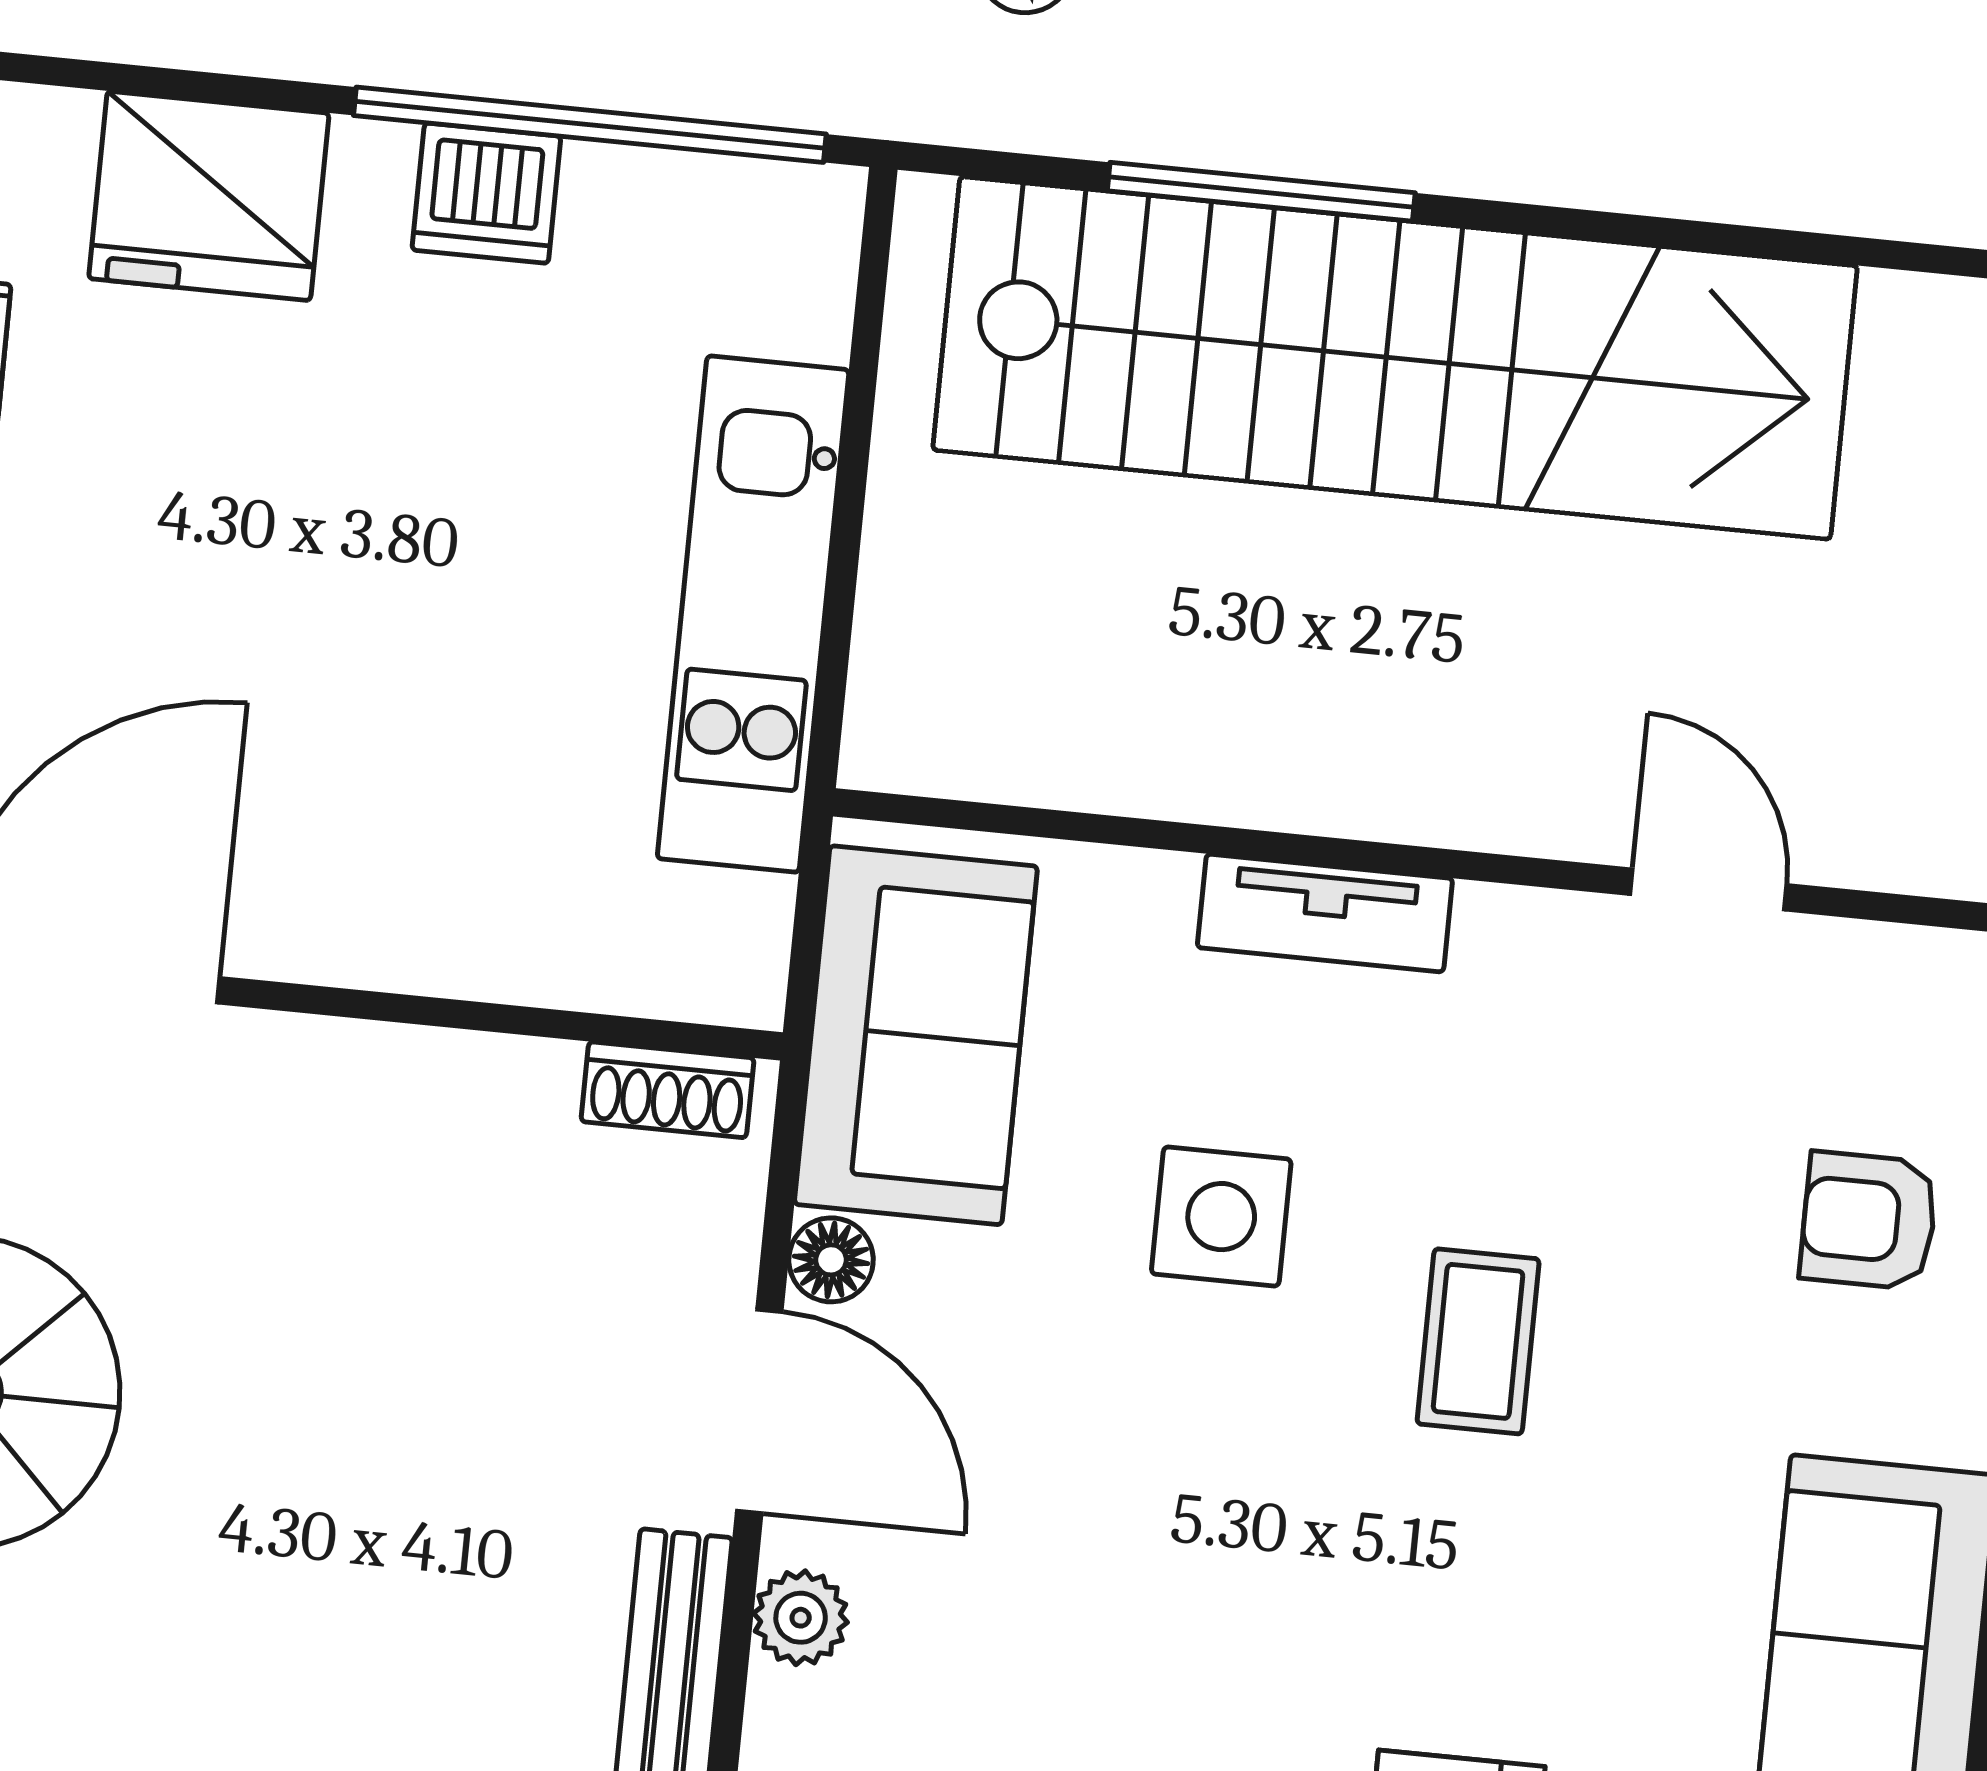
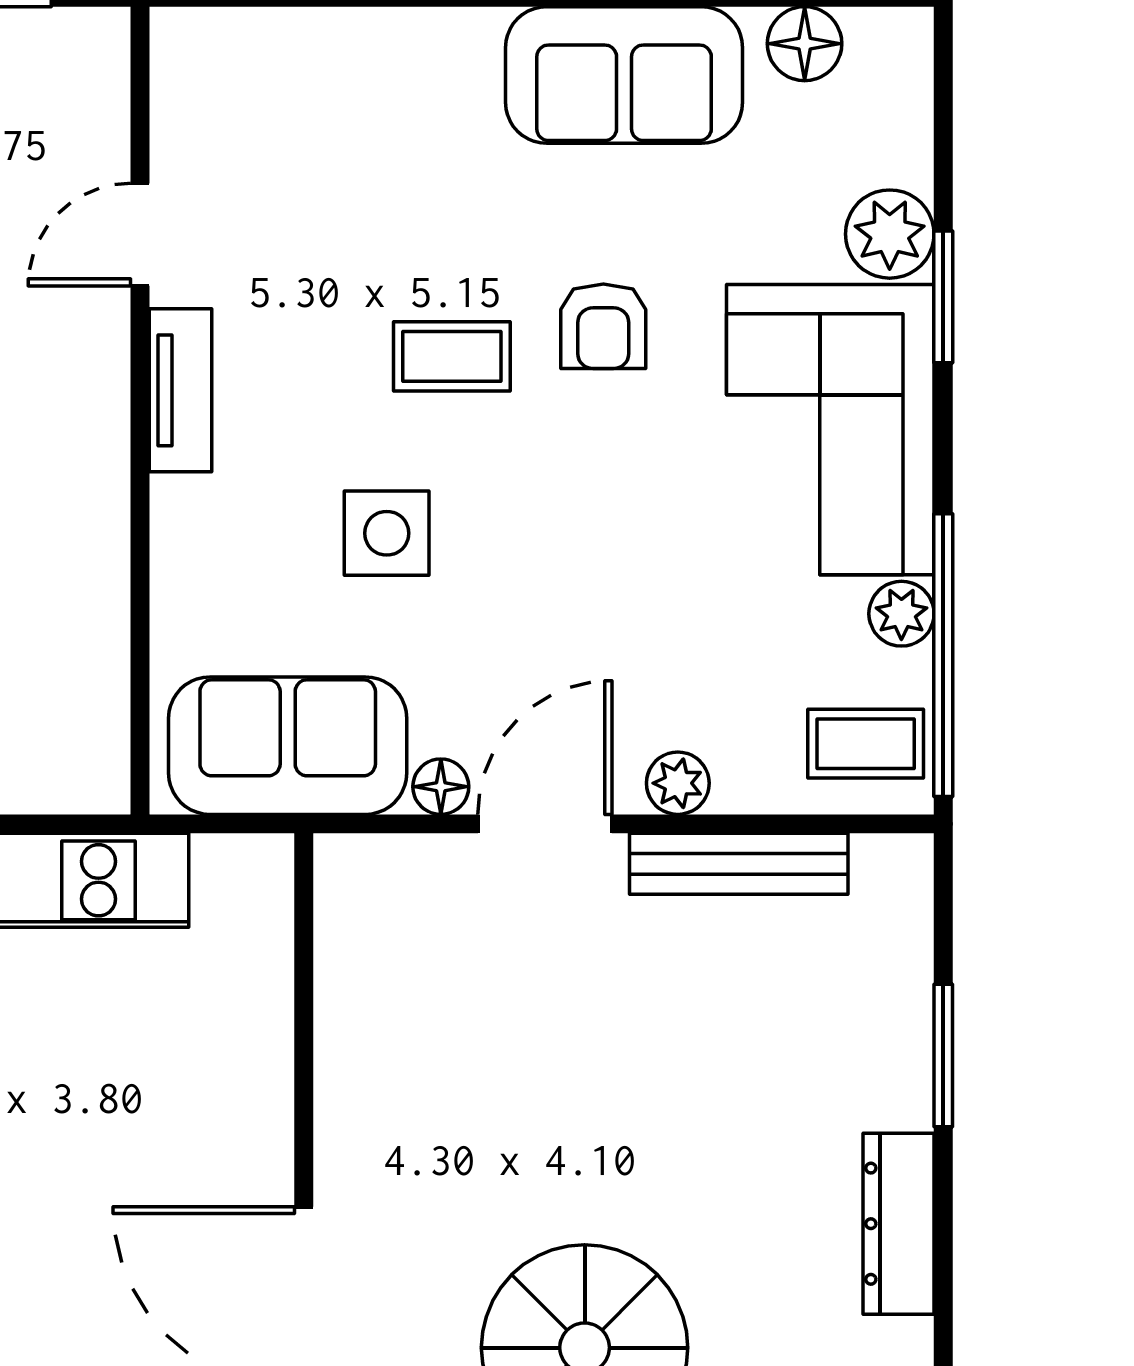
tv unit: (1325, 913) -> (181, 390), moved
shoe rack: (668, 1090) -> (340, 905), removed
armchair: (1869, 1221) -> (603, 326), moved

